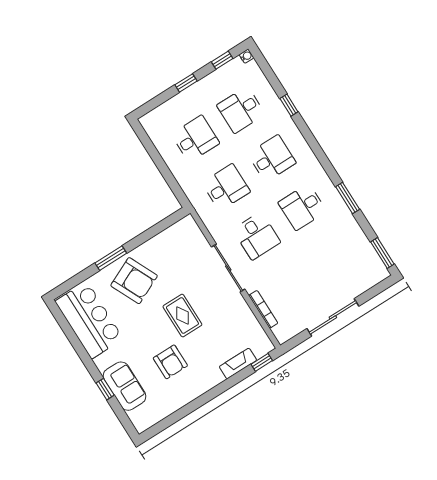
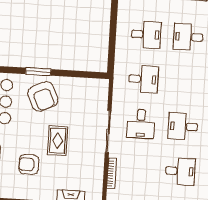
desk: (272, 158) -> (180, 171), moved
armchair: (170, 362) -> (29, 164), turned 90

